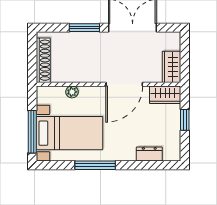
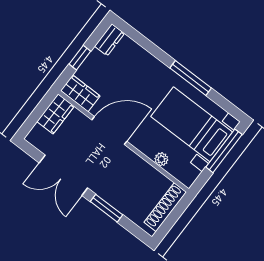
dresser: (149, 154) -> (109, 40), moved, turned -90

